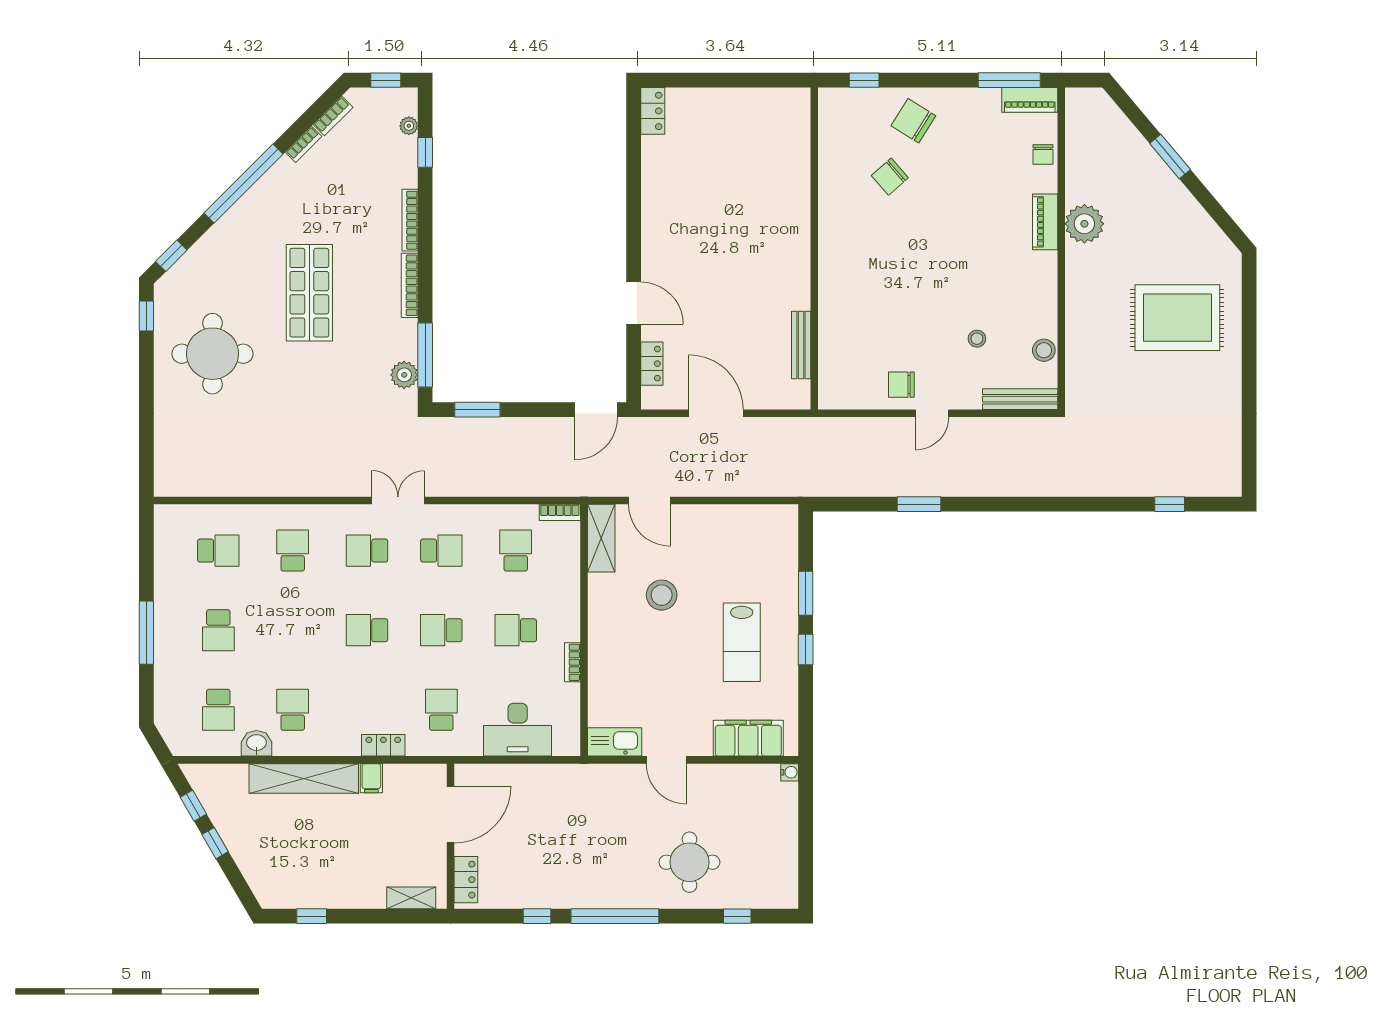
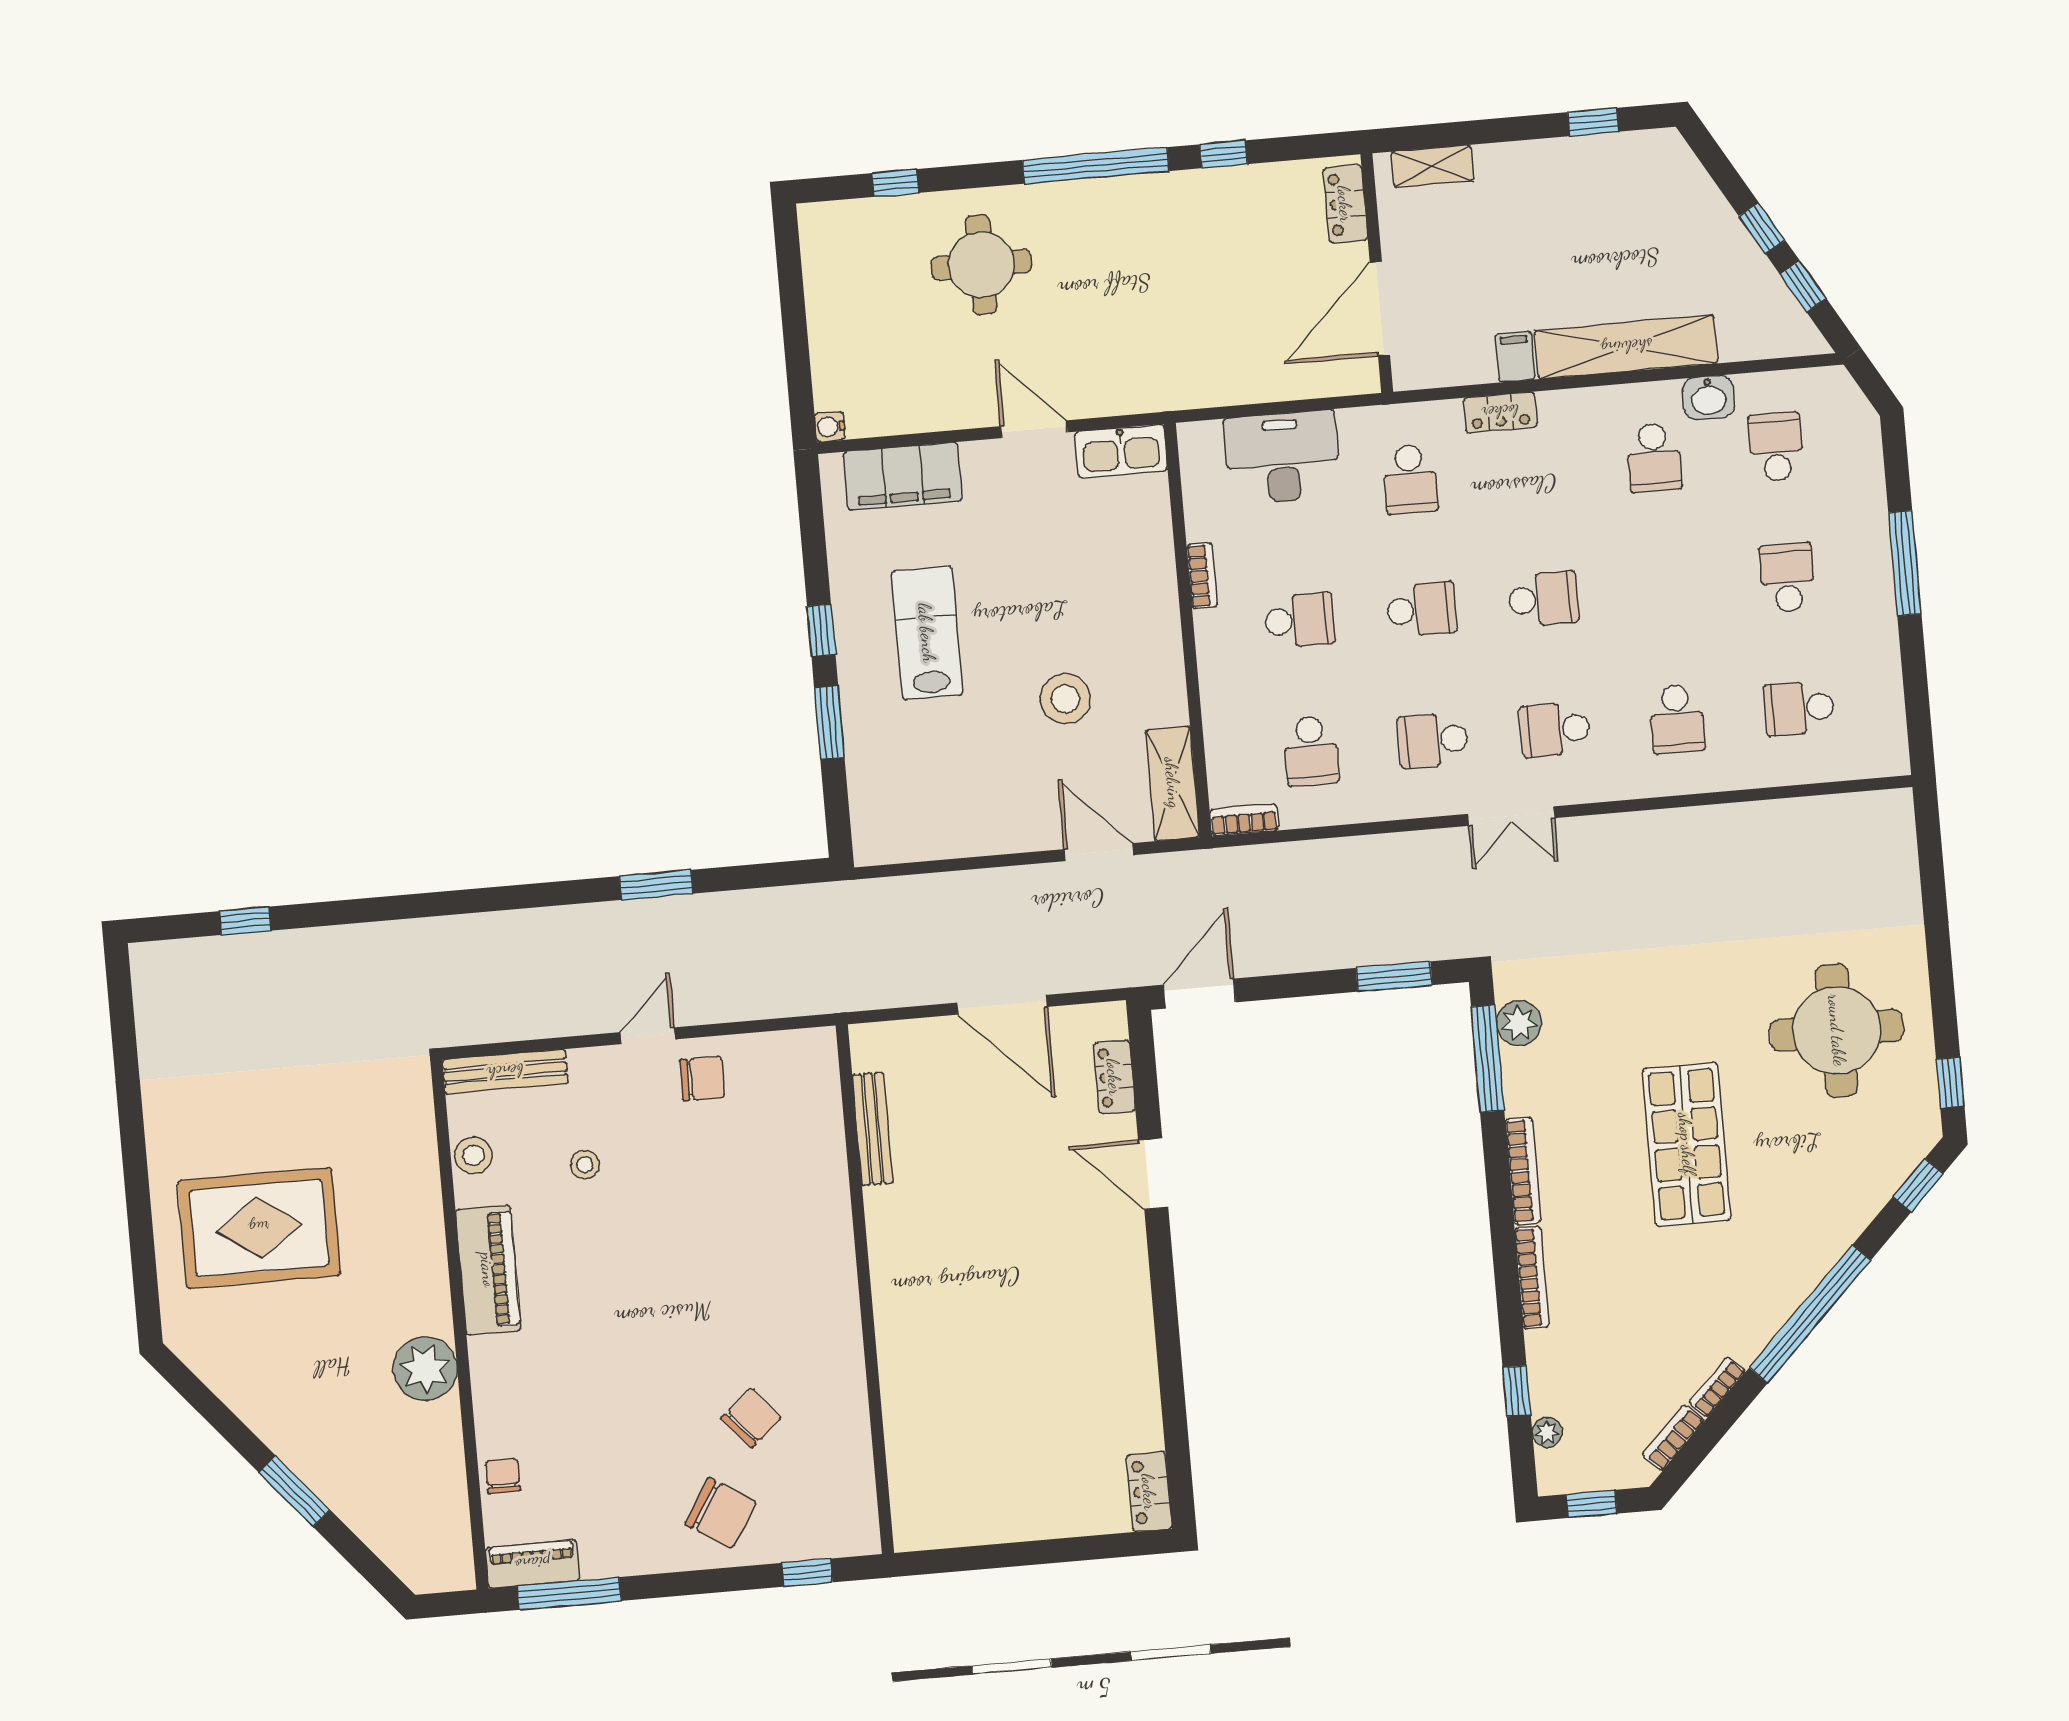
piano: (1045, 222) -> (488, 1270), moved, width x1.37, depth x1.33
school desk: (367, 551) -> (1555, 730), turned 180

